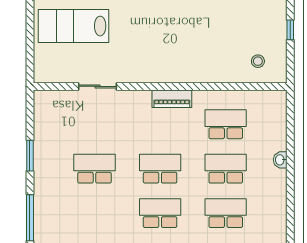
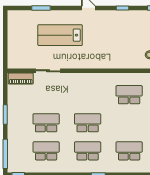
lab bench: (73, 26) -> (60, 35), moved
piano: (172, 99) -> (21, 79), moved
school desk: (226, 169) -> (46, 151), moved

